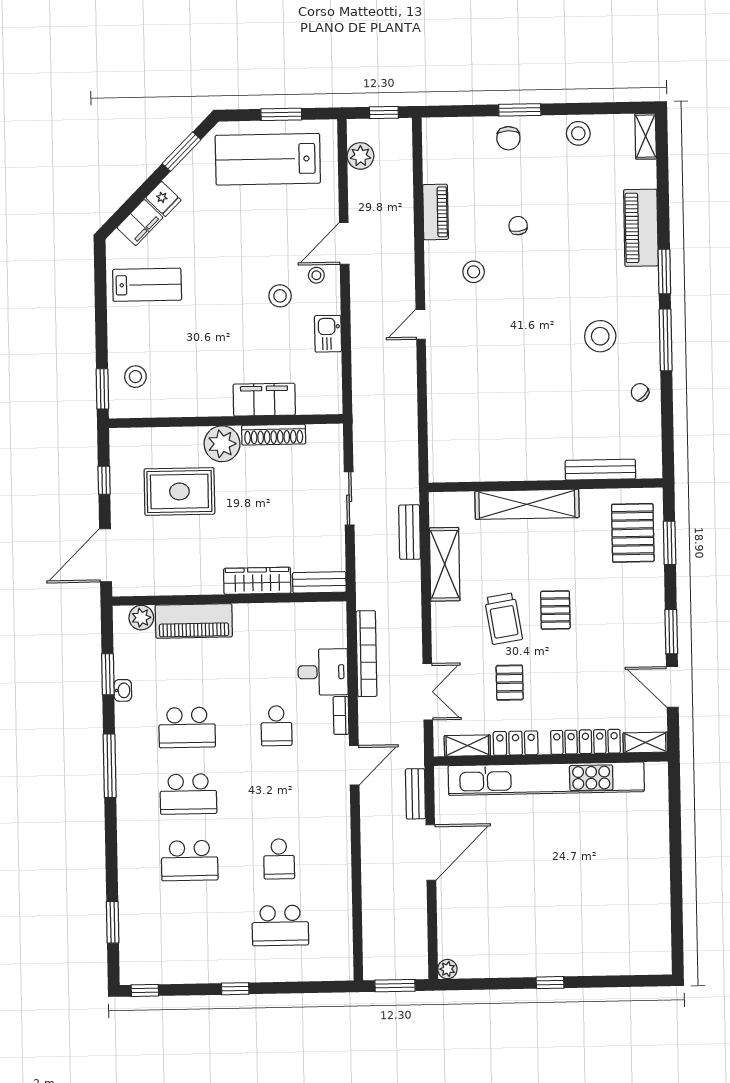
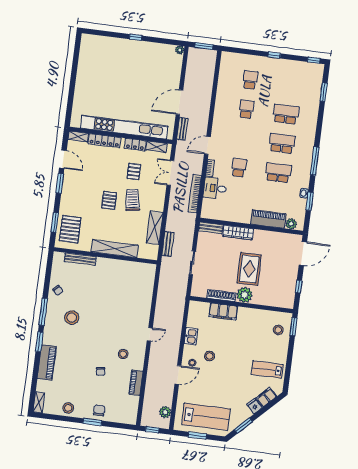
rug: (179, 491) -> (249, 269), moved, turned 90
school desk: (280, 925) -> (250, 80), width x0.54

